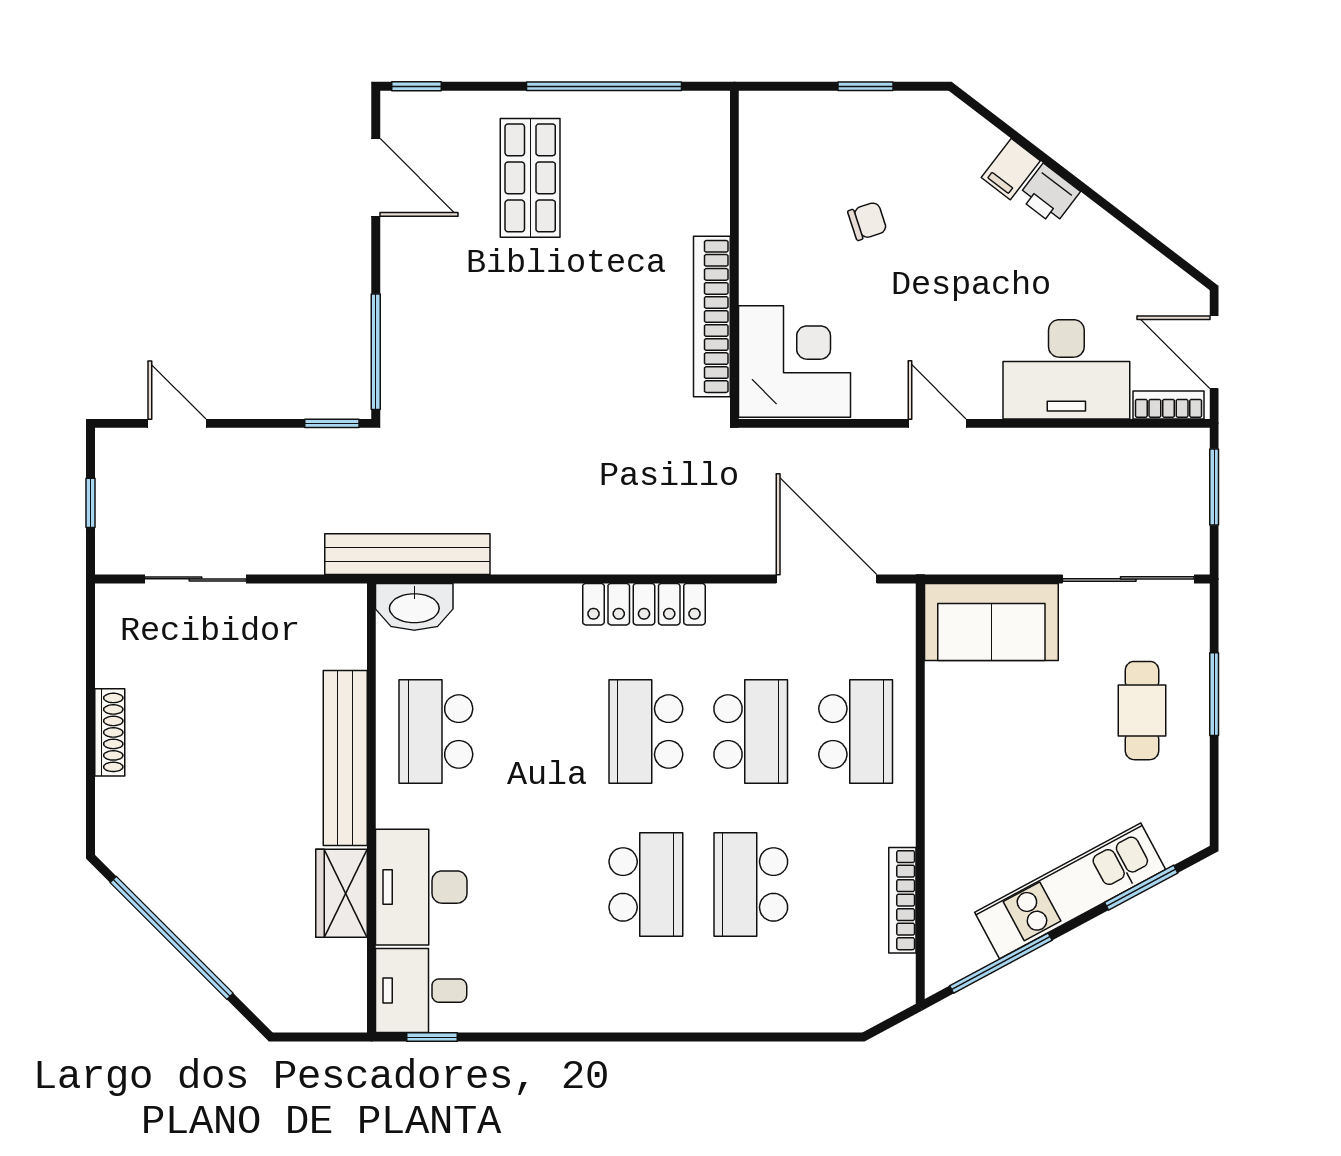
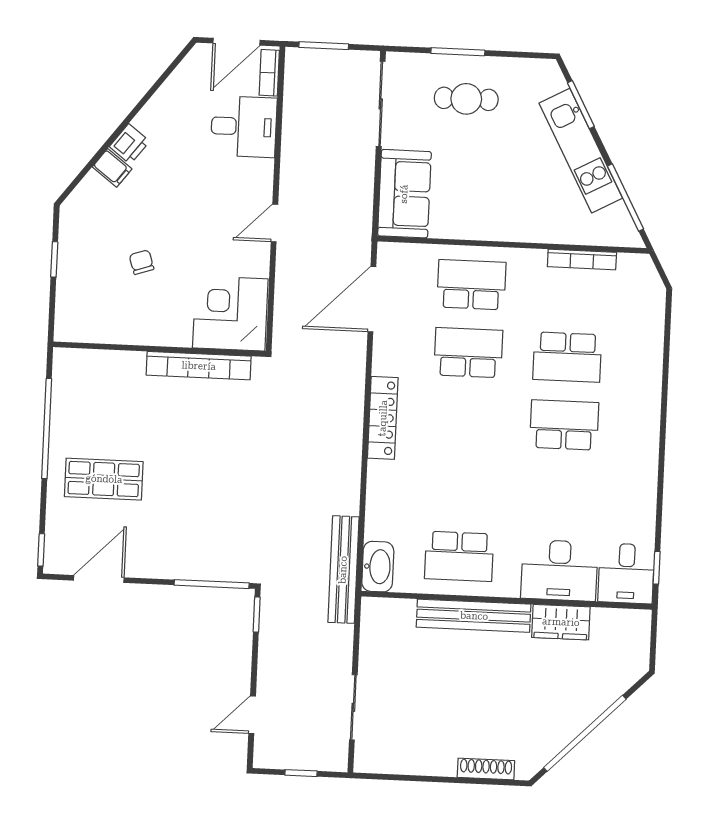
desk: (1066, 369) -> (244, 127), width x0.73
shoe rack: (110, 732) -> (486, 769), moved
school desk: (646, 732) -> (465, 420), removed

